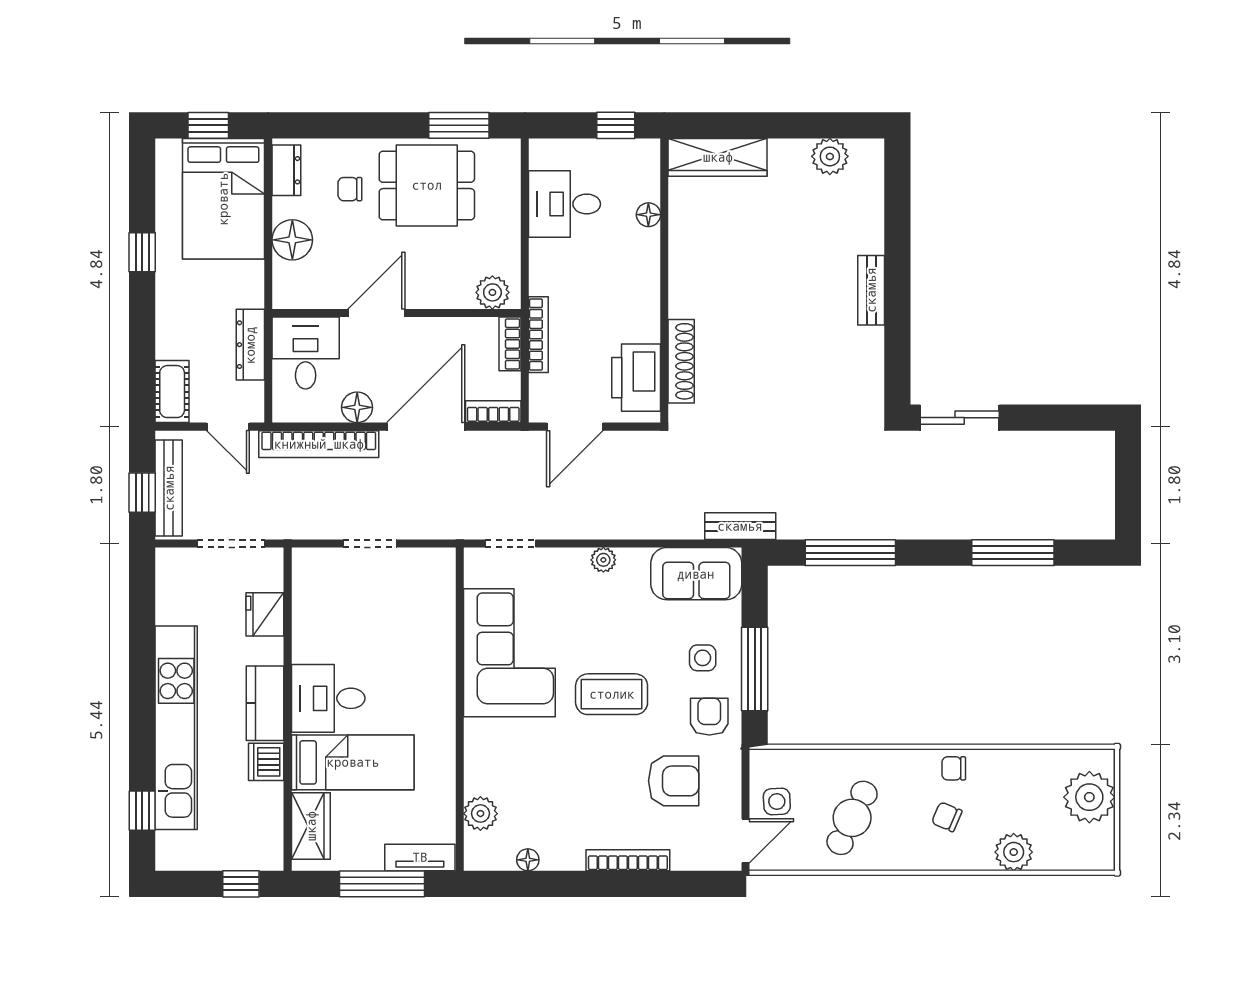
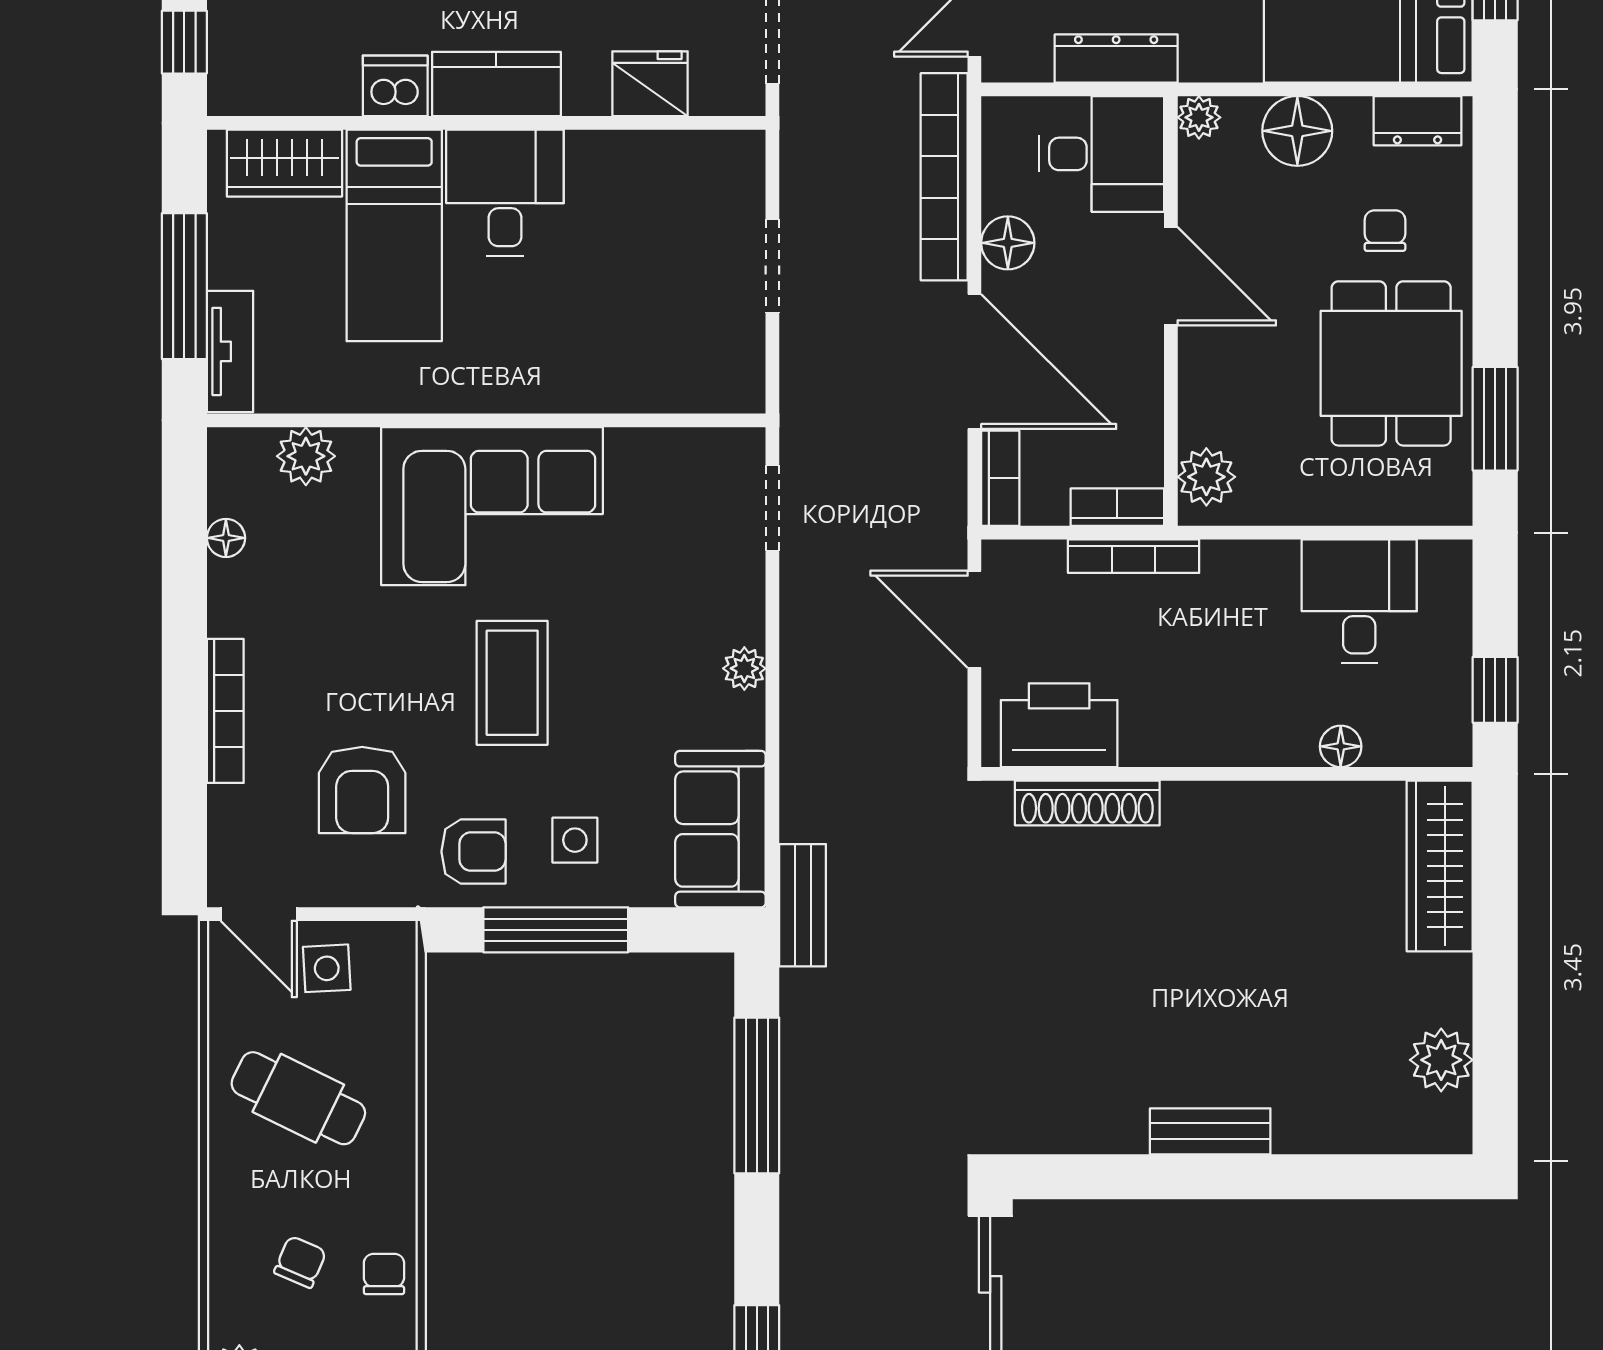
plant: (284, 297) -> (1199, 117), added
corner sofa: (509, 653) -> (492, 506), moved

